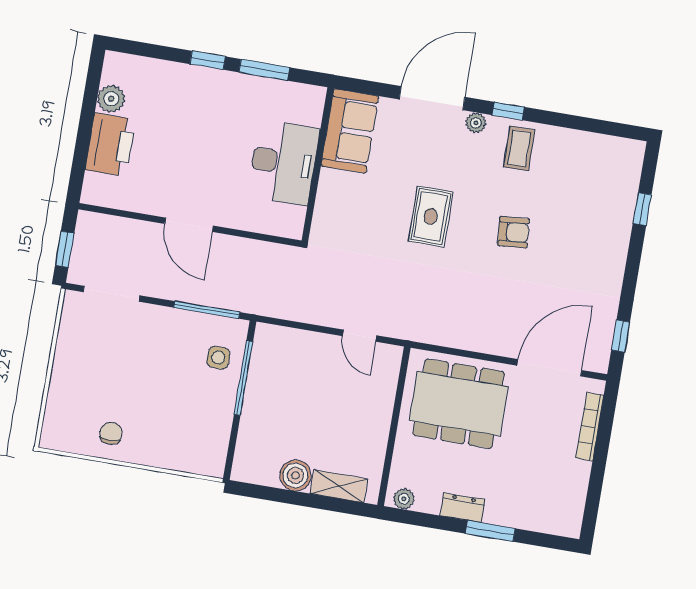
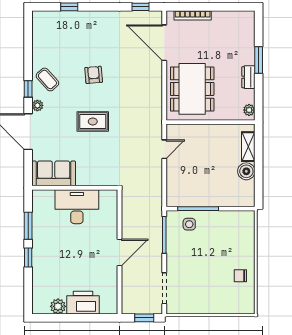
coffee table: (519, 148) -> (47, 79), turned 49

